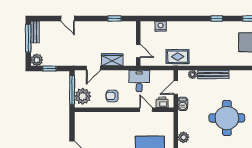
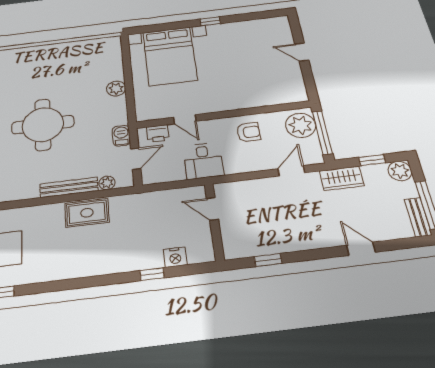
window: (217, 18) -> (152, 274), moved
rug: (178, 57) -> (87, 213), moved
wardrobe: (112, 60) -> (342, 178), moved

